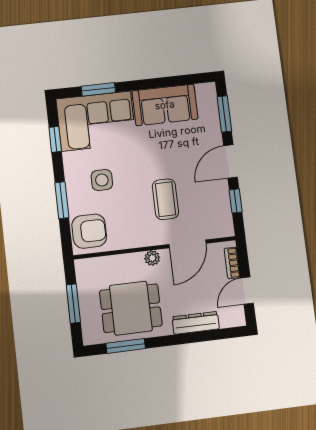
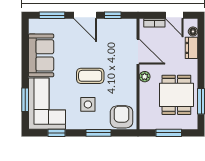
coffee table: (165, 199) -> (90, 76), moved
floor lamp: (227, 321) -> (193, 31), added
dresser: (196, 323) -> (192, 48), width x0.70

